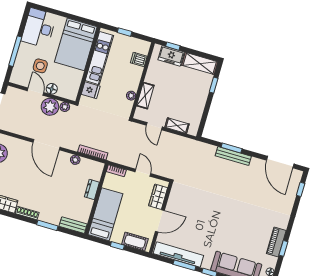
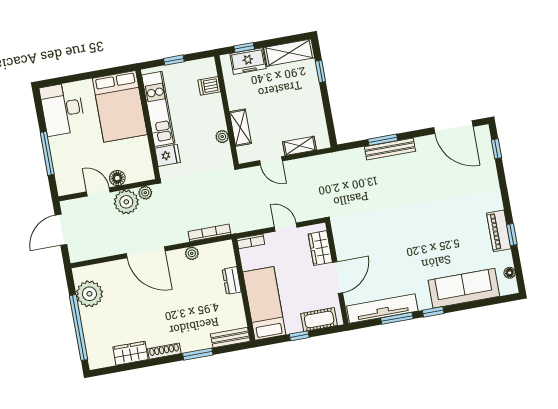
side table: (40, 66) -> (88, 156), removed

